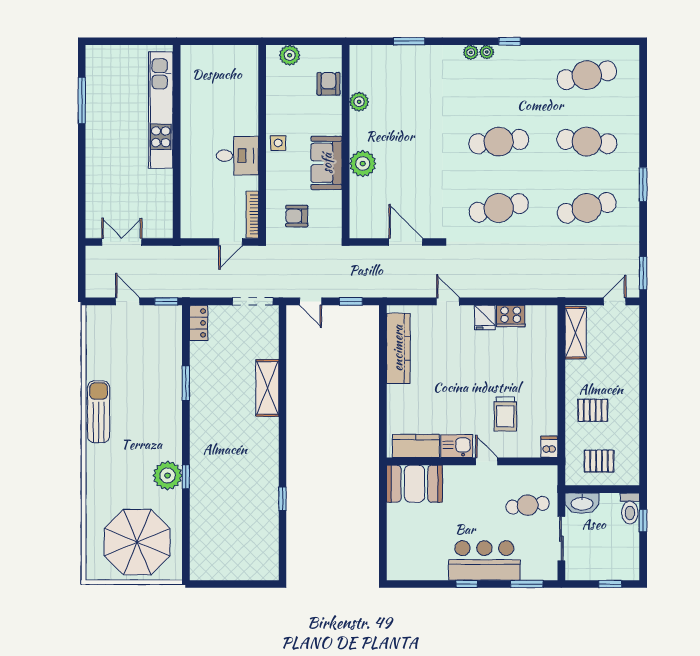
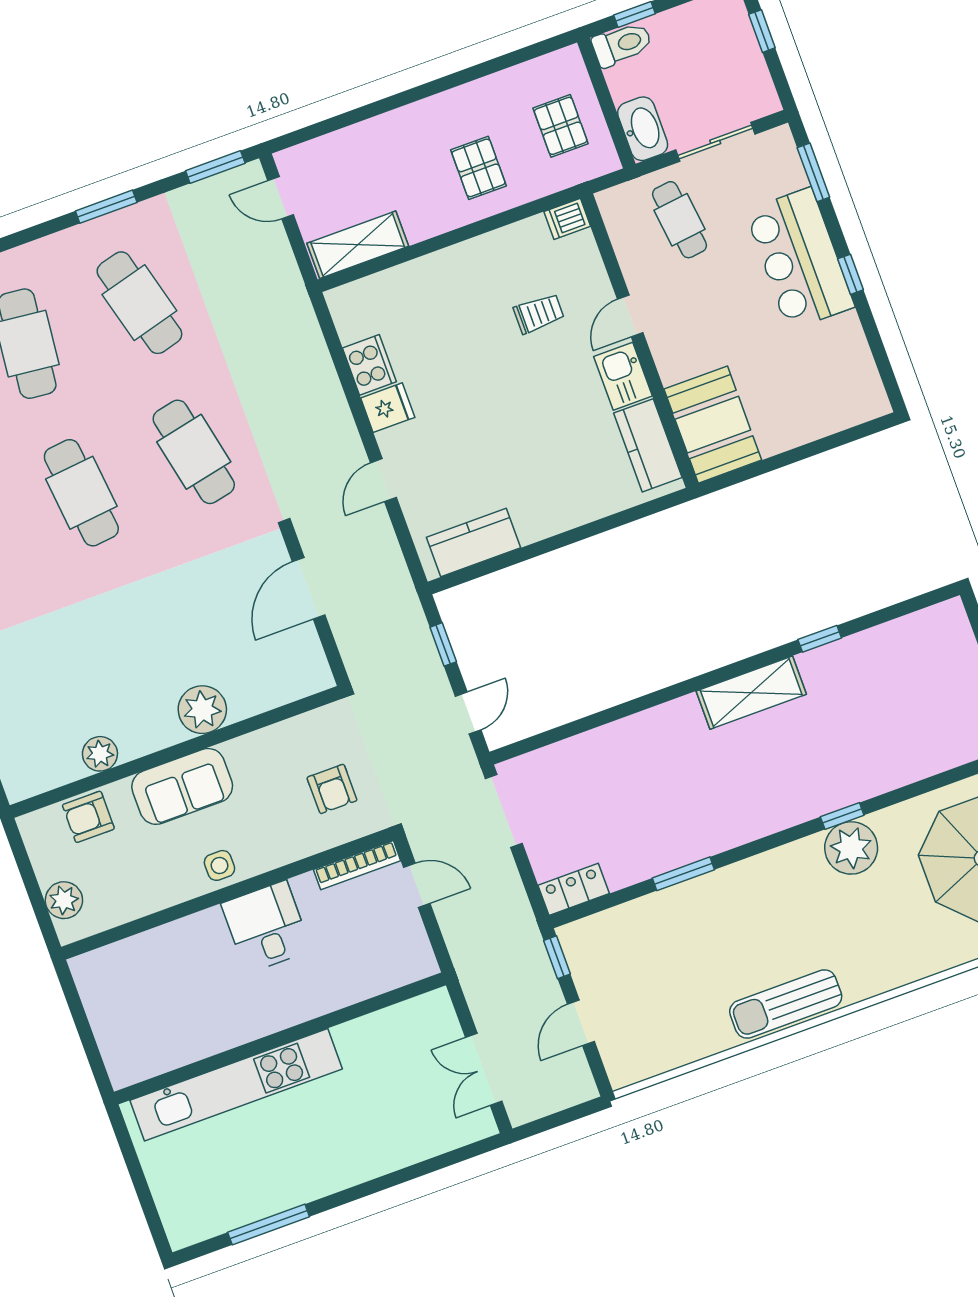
sofa: (327, 163) -> (182, 786), moved
window: (643, 185) -> (106, 207), moved
kitchen counter: (398, 348) -> (474, 543), width x0.67
shelving: (267, 388) -> (751, 693), moved
trolley: (505, 414) -> (539, 314), width x0.73, depth x0.72

